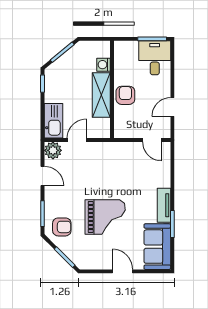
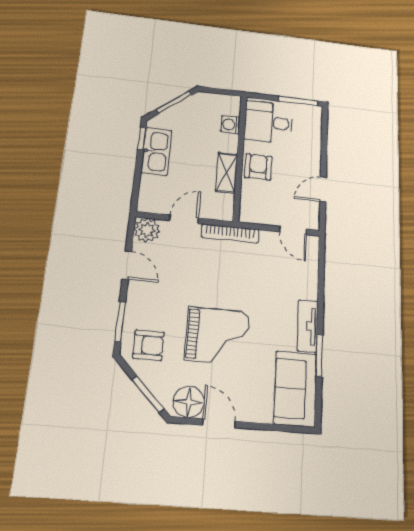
desk: (155, 58) -> (268, 122), moved, turned -90
shelving: (101, 95) -> (227, 173), width x0.67, depth x0.75
kitchen sink: (54, 121) -> (156, 152), moved
bookcase: (109, 147) -> (230, 233), added
floor lamp: (90, 260) -> (189, 402), added
door: (122, 271) -> (219, 423), moved

